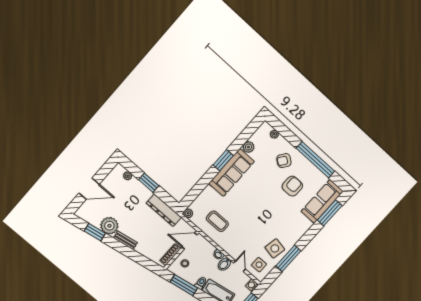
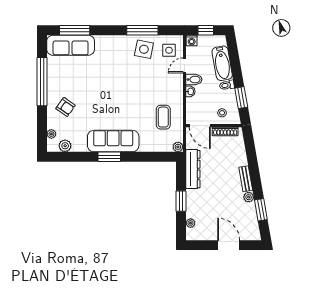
plant: (248, 147) -> (65, 146), moved
armchair: (292, 186) -> (80, 81), removed
plant: (109, 226) -> (249, 197), width x0.53, depth x0.53
window: (184, 285) -> (241, 98), width x0.69

